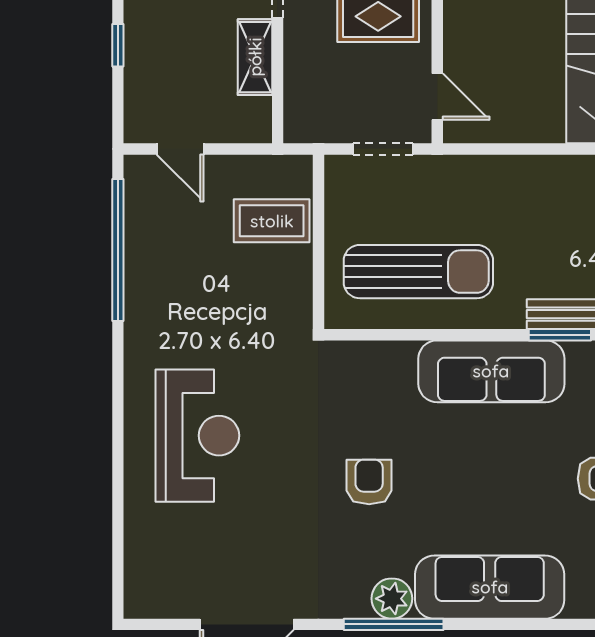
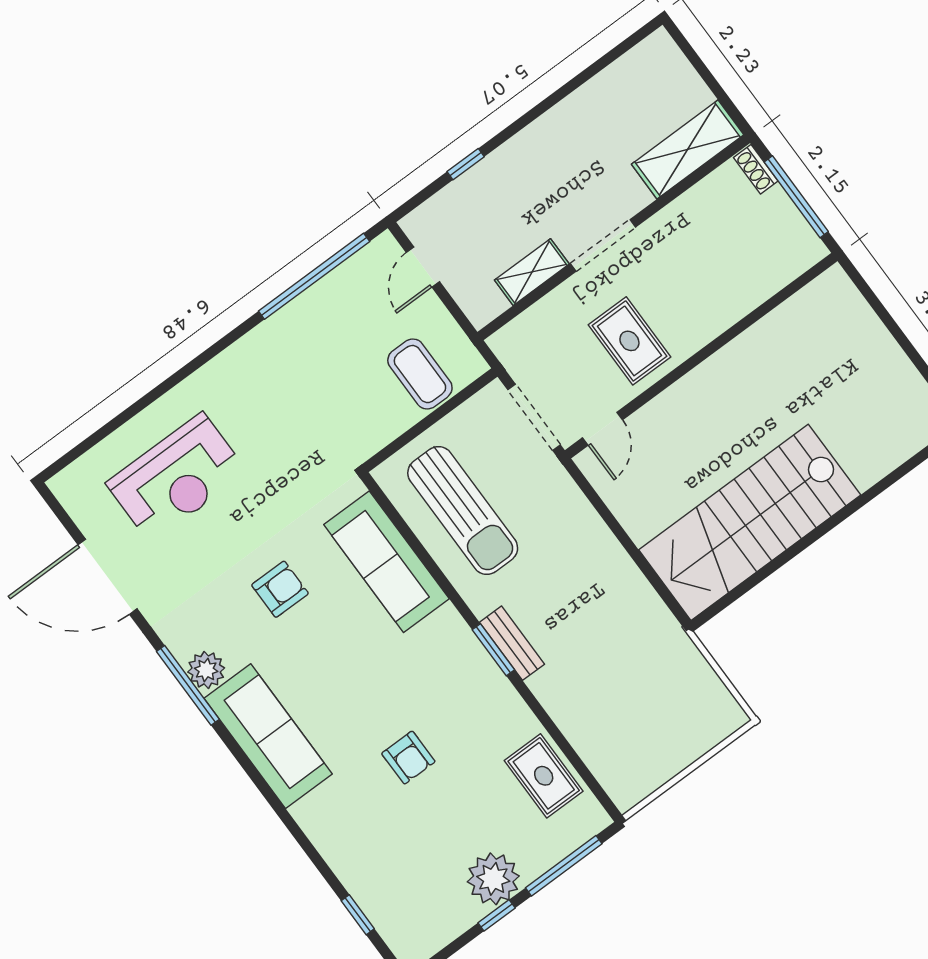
doorway: (383, 149) -> (534, 417), width x1.38
sofa: (491, 371) -> (386, 562), moved
reception desk: (197, 436) -> (177, 478), moved

